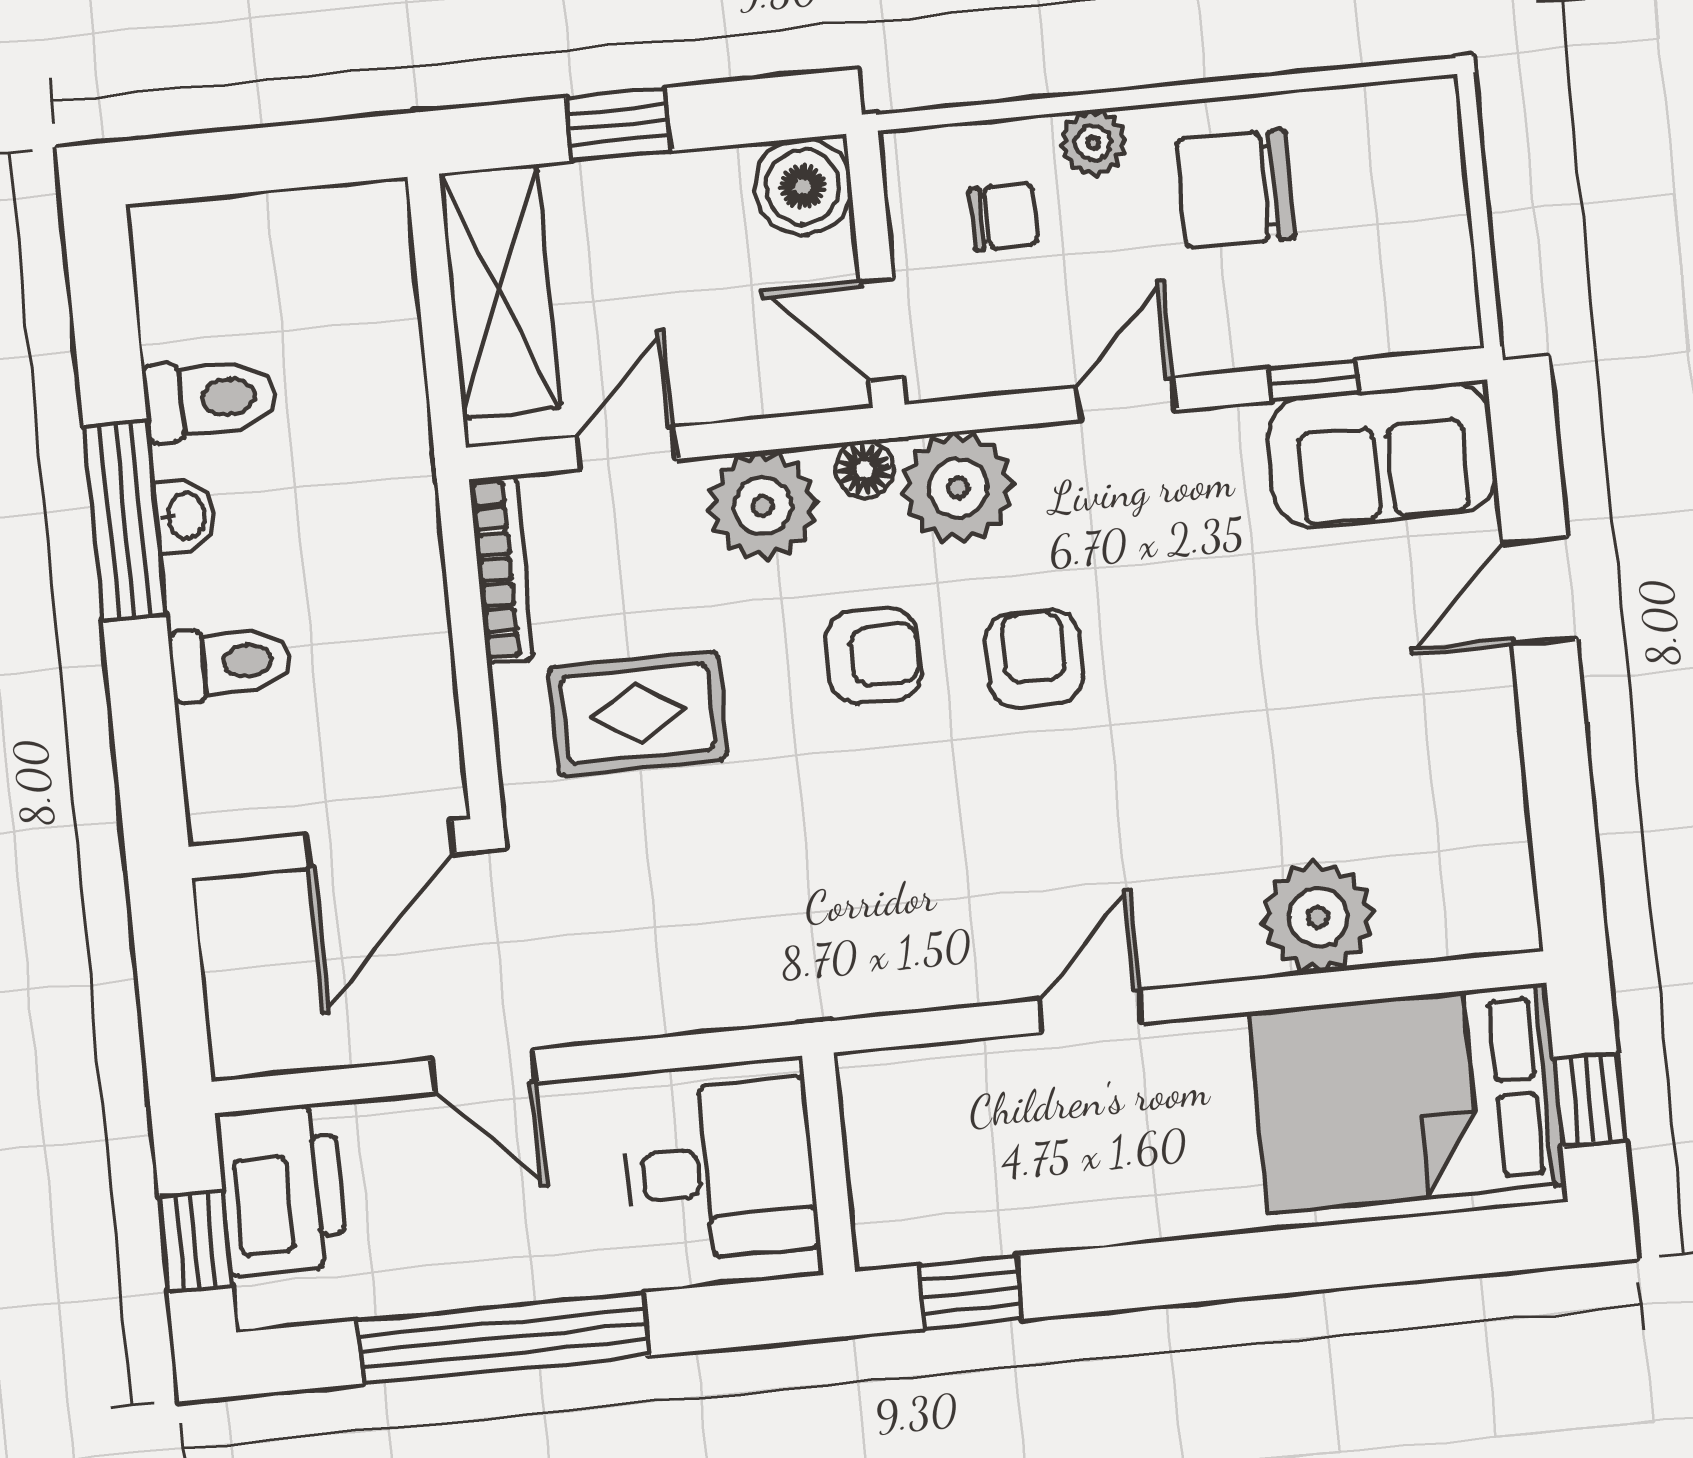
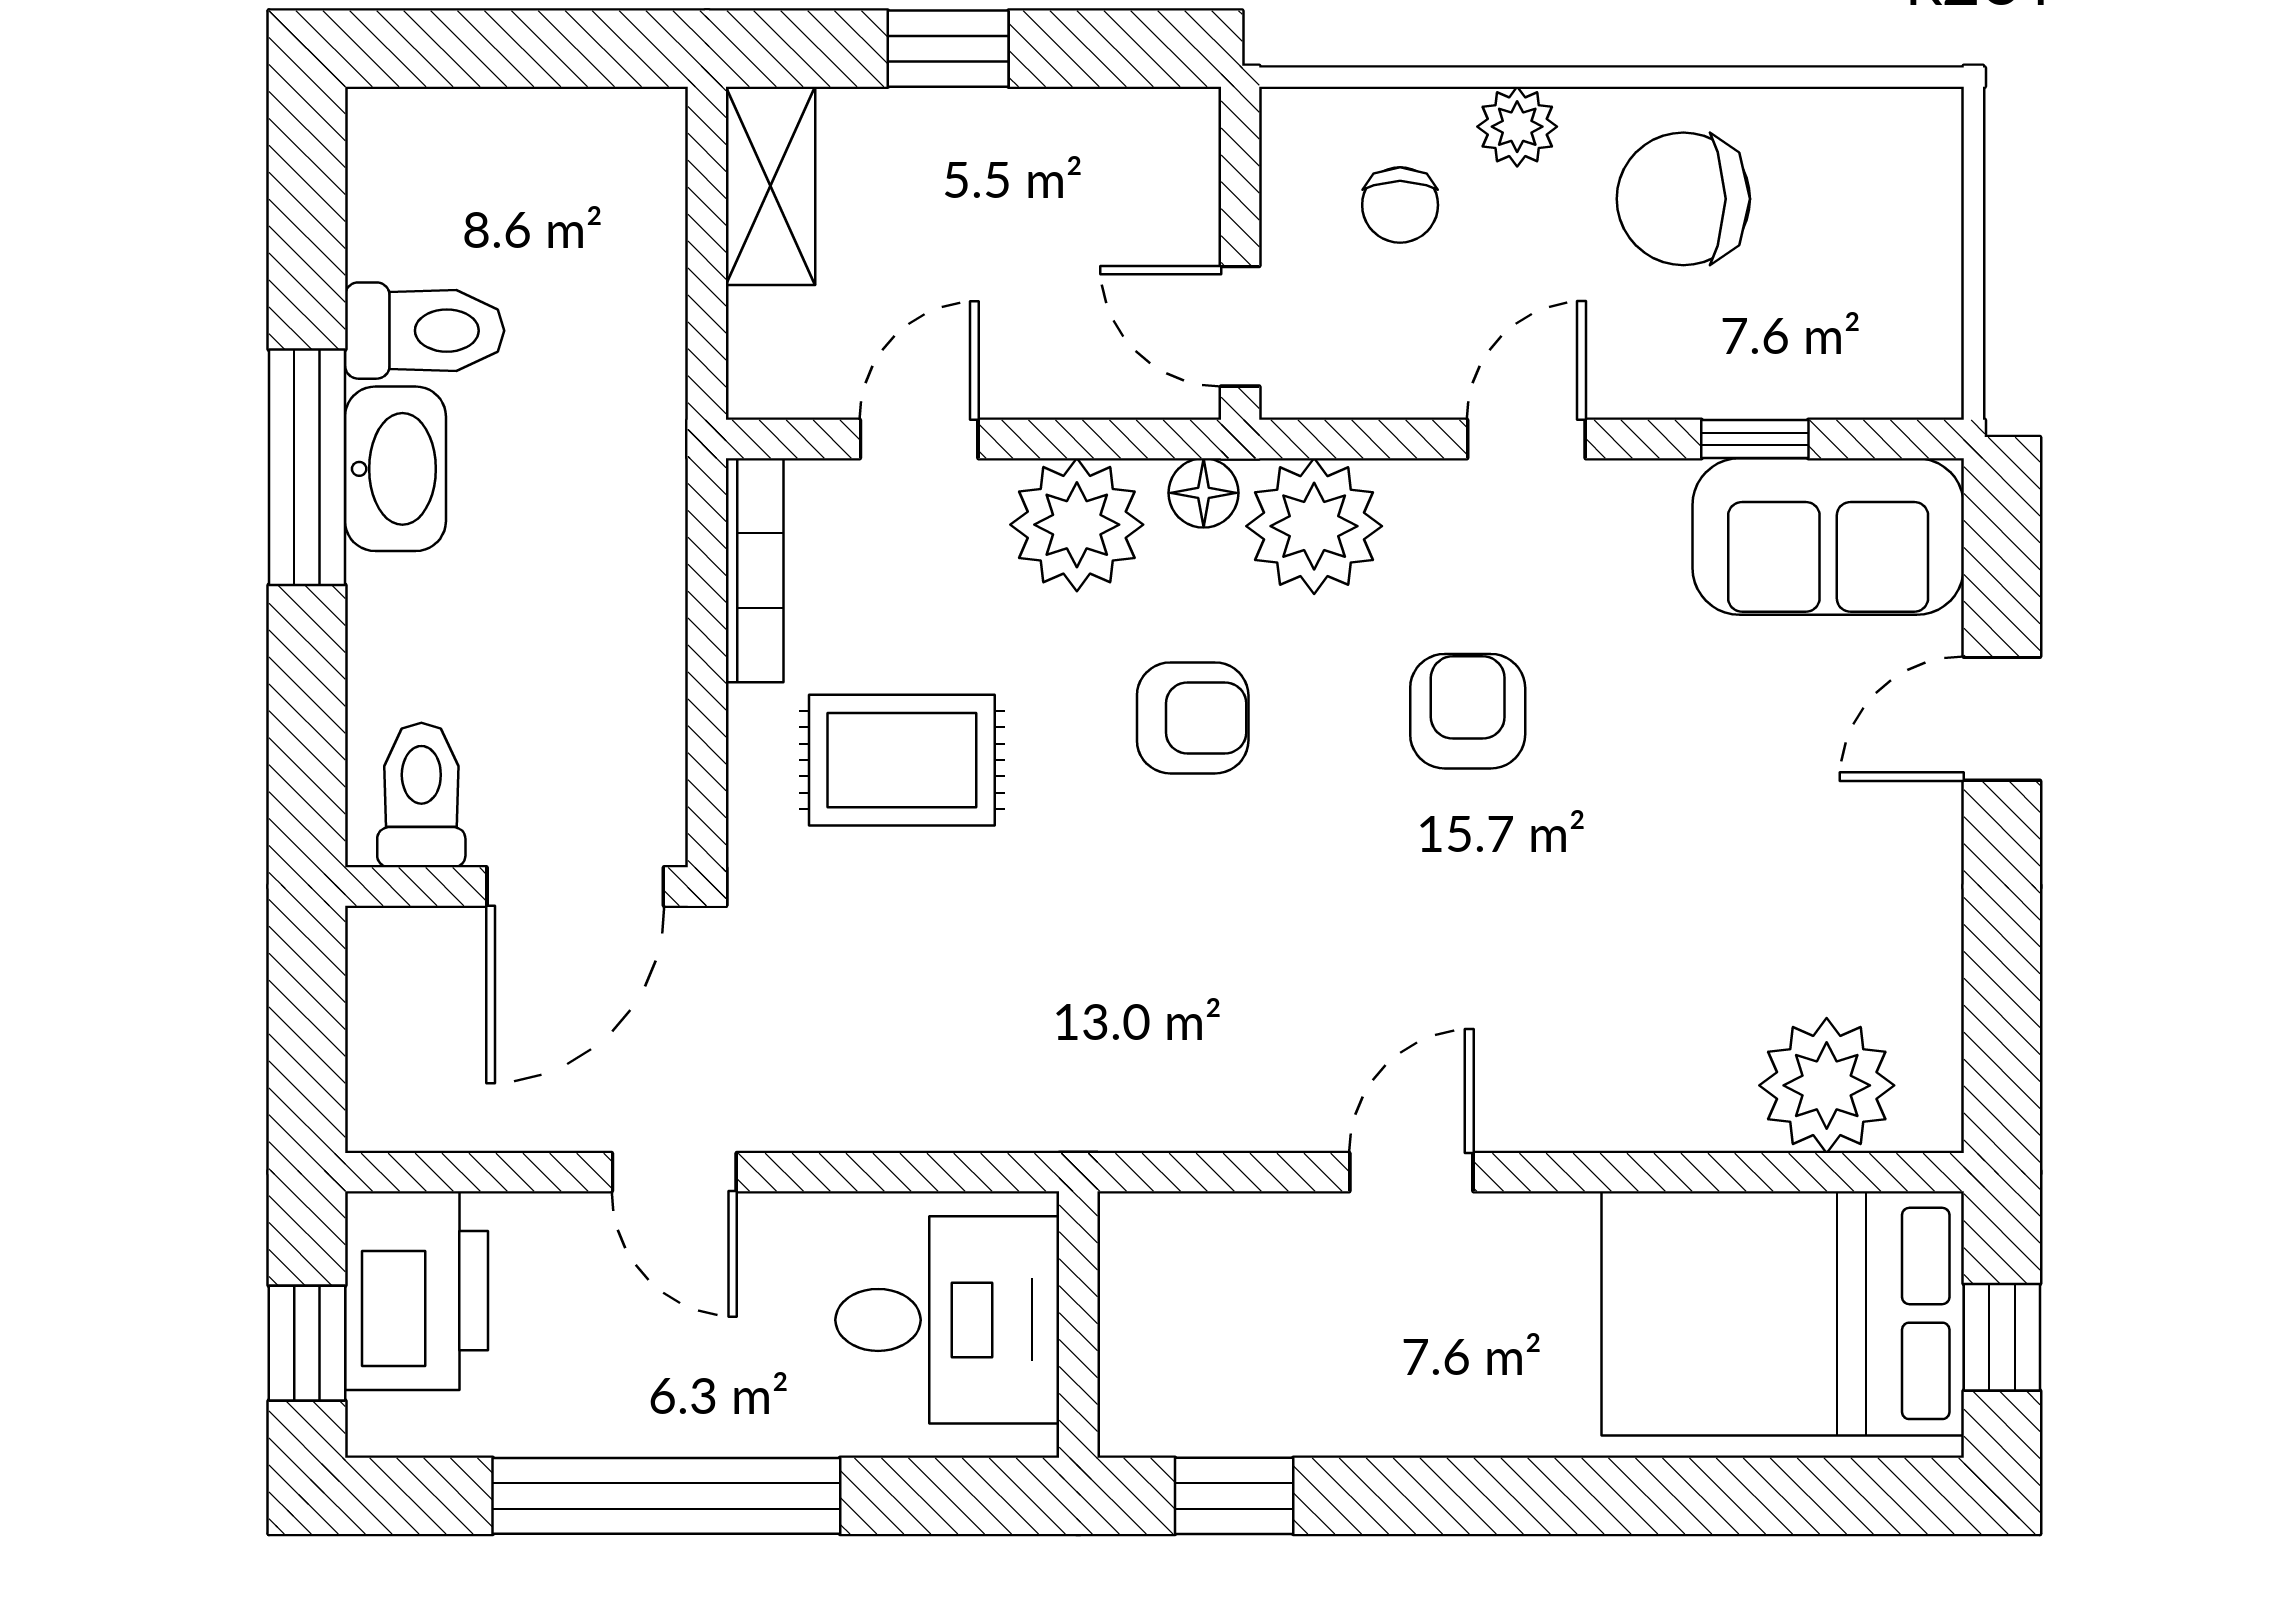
boiler: (803, 187) -> (1163, 145), removed
chair: (1003, 217) -> (1400, 205), turned 90
shelving: (500, 291) -> (771, 186), width x0.67, depth x0.75
washbasin: (185, 516) -> (395, 469), width x1.91, depth x1.45
armchair: (1034, 659) -> (1468, 711), moved
toilet: (230, 663) -> (421, 795), moved, turned -90
plant: (1318, 917) -> (1827, 1085), moved

